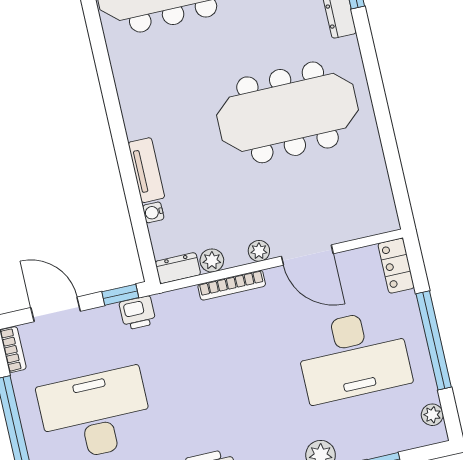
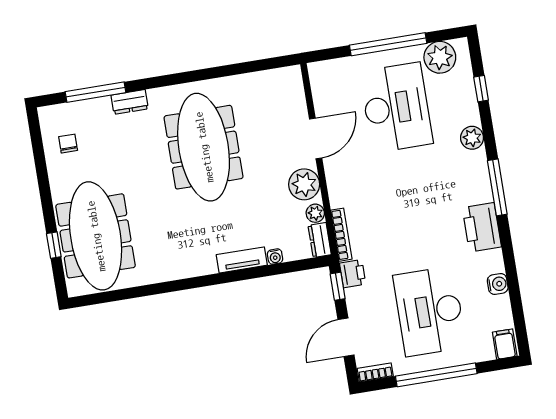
plant: (259, 251) -> (304, 184), width x1.88, depth x1.88
locker: (396, 266) -> (328, 70), removed
bookcase: (232, 285) -> (341, 235), moved
plant: (432, 415) -> (440, 57), width x1.88, depth x1.88

